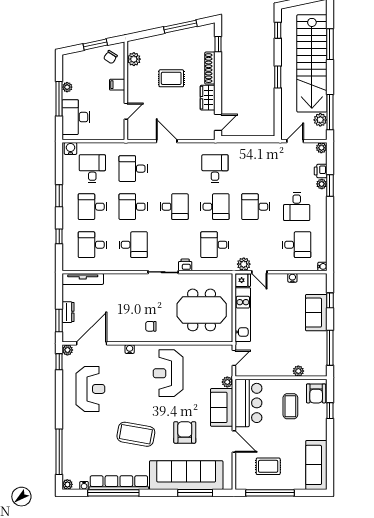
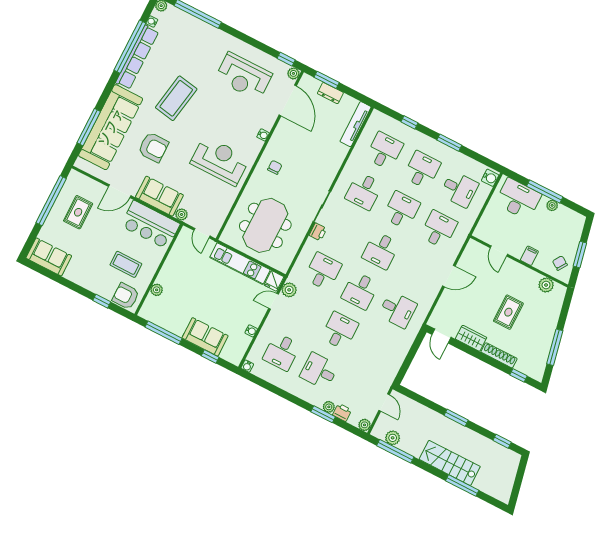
stairs: (312, 63) -> (450, 463), width x0.54, depth x0.66
sofa: (316, 465) -> (49, 257), width x0.73

